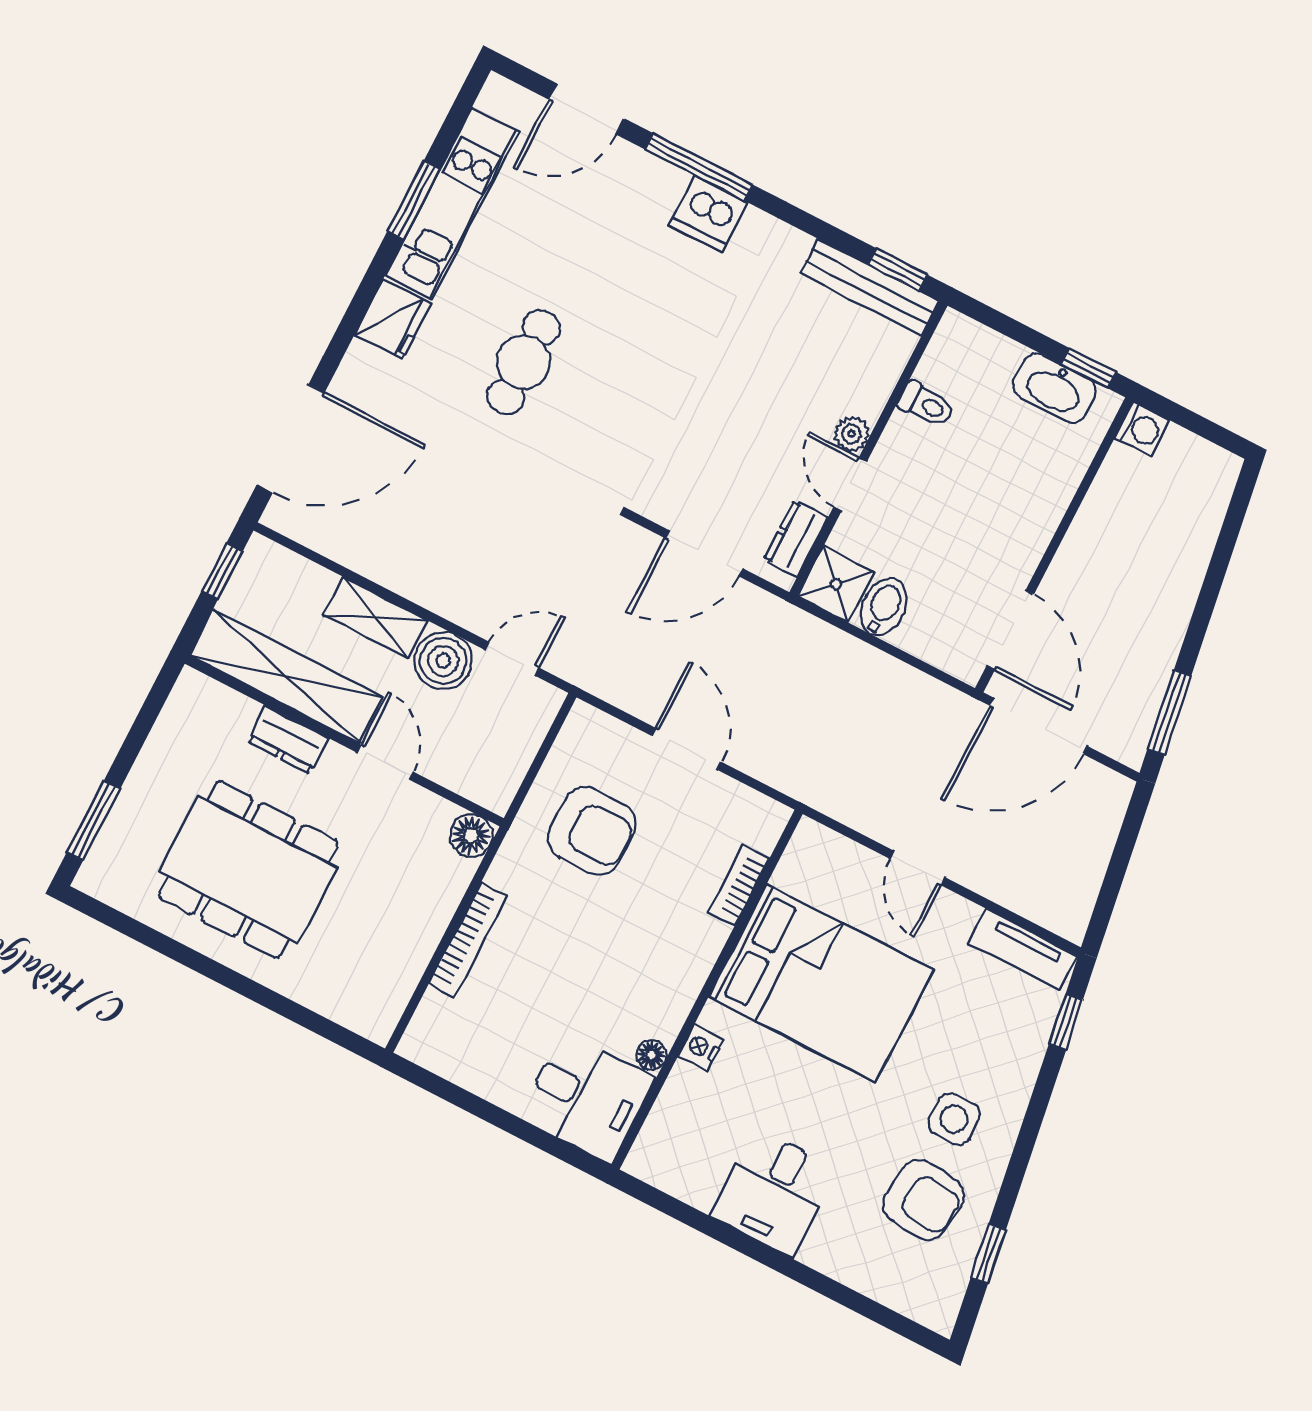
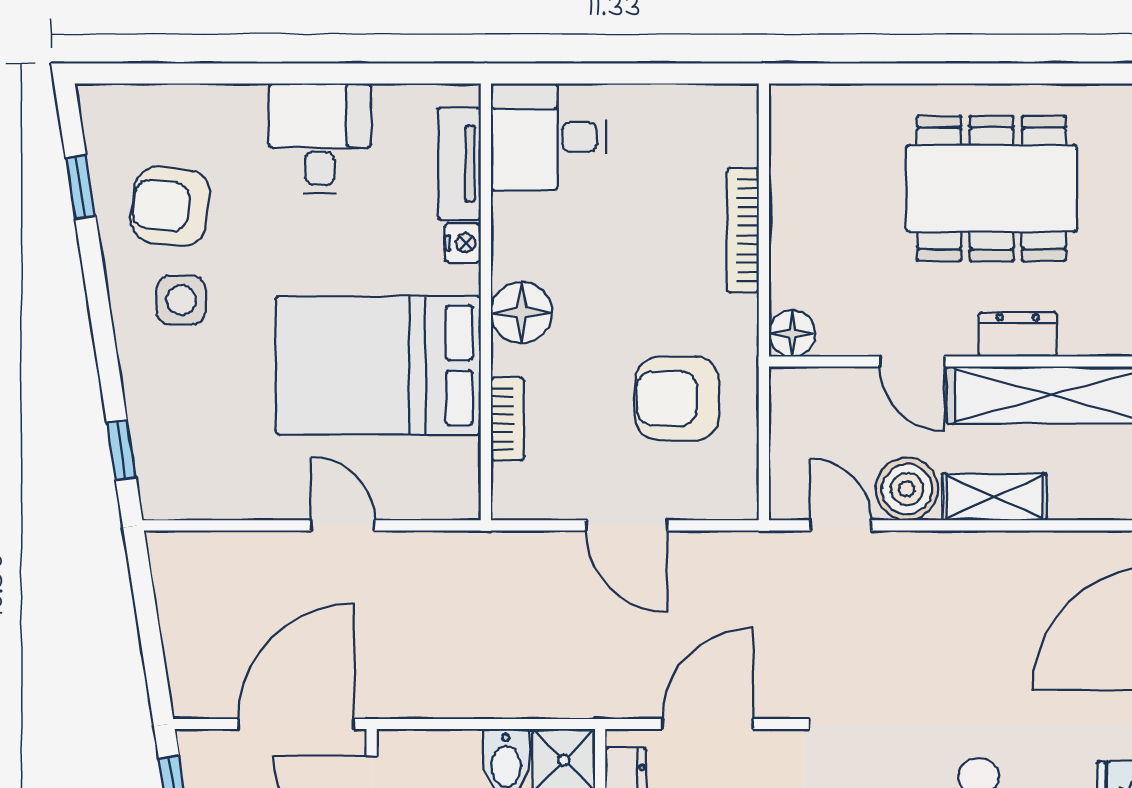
door: (512, 659) -> (841, 525), swing flipped
tv unit: (1023, 950) -> (459, 164), moved, turned -90
floor lamp: (651, 1055) -> (521, 313), moved, width x1.89, depth x1.89

